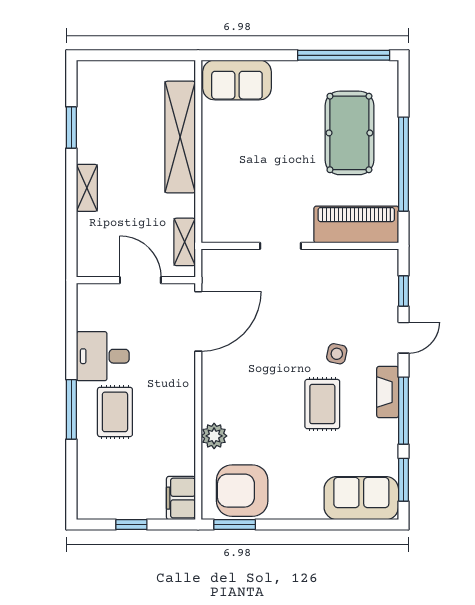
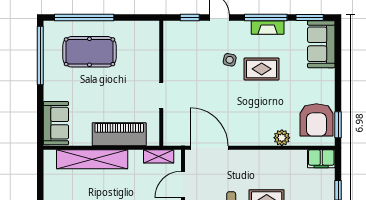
window: (403, 164) -> (84, 17), moved
piano: (356, 225) -> (119, 134), moved, turned 90
fireplace: (388, 392) -> (268, 28), moved

